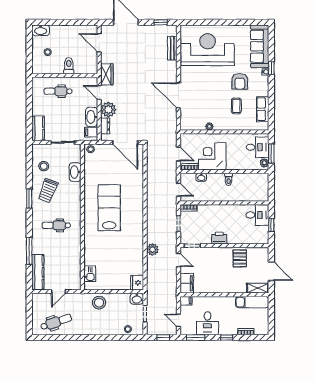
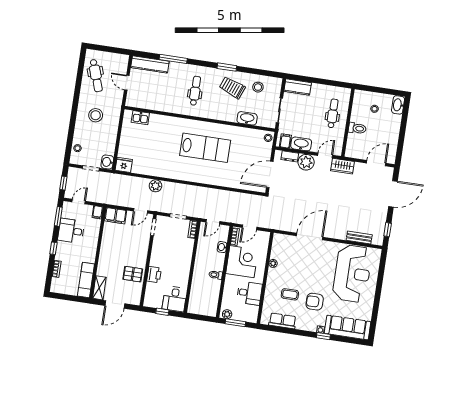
desk: (258, 147) -> (249, 293), moved, turned -90
printer: (219, 238) -> (154, 275), moved
stool: (99, 303) -> (96, 115), moved

